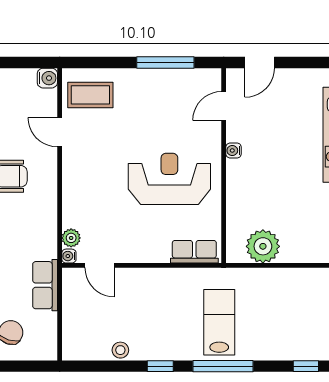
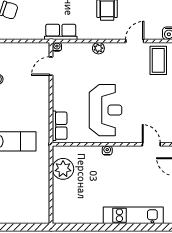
water cooler: (234, 150) -> (107, 150), moved
plant: (71, 238) -> (98, 48), moved
row of seats: (45, 285) -> (61, 32), moved

